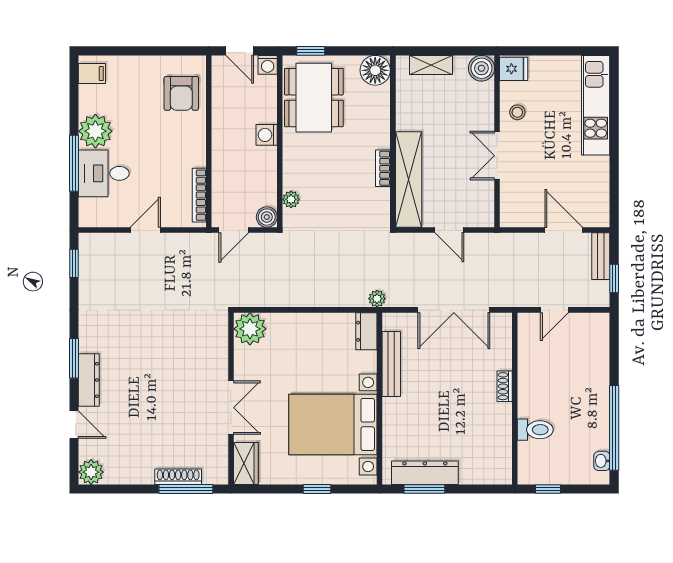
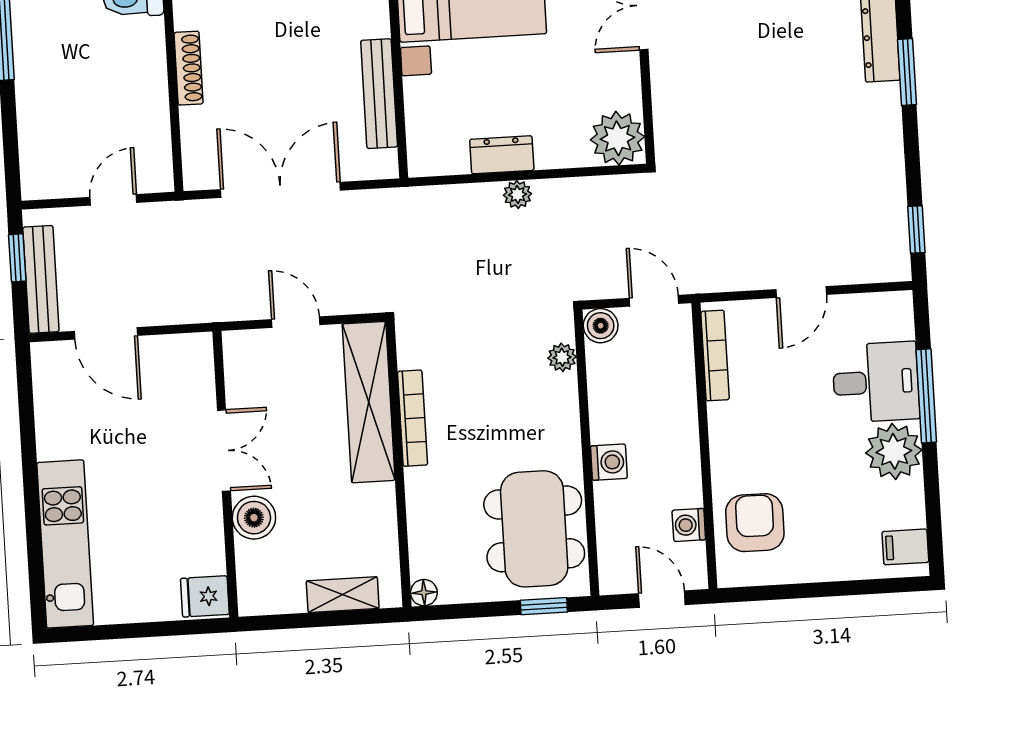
washing machine: (268, 65) -> (689, 525), moved, turned -90
boiler: (481, 68) -> (254, 518), moved
floor lamp: (375, 70) -> (424, 593), width x0.53, depth x0.53
stool: (517, 112) -> (195, 524), removed
bookcase: (383, 168) -> (413, 418), width x1.56
door: (234, 230) -> (654, 301), hinge flipped
bench: (601, 256) -> (41, 279), width x1.36
plant: (377, 299) -> (517, 195), moved
dresser: (366, 331) -> (502, 155), moved, turned -90
shoe rack: (505, 386) -> (189, 68), width x1.43

